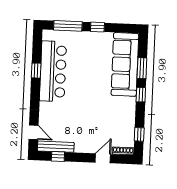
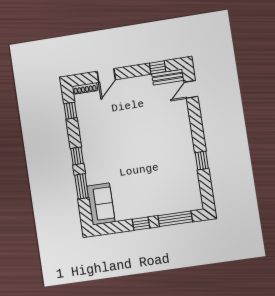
sofa: (125, 64) -> (101, 204), width x0.54, depth x0.79
bar counter: (53, 71) -> (182, 163), removed
door: (34, 132) -> (191, 89), hinge flipped
bench: (56, 147) -> (168, 77), width x0.73

